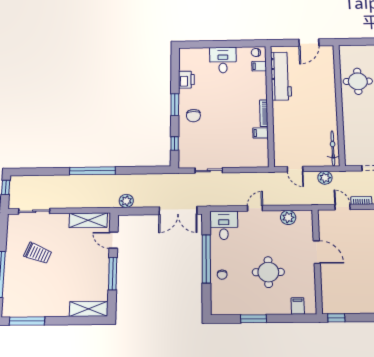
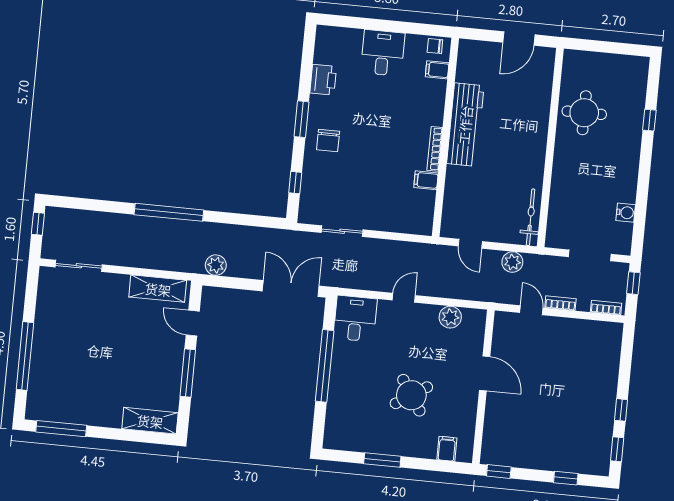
workbench: (281, 76) -> (465, 125), moved
double door: (178, 211) -> (291, 288), swing flipped
trolley: (38, 253) -> (81, 331), removed
round table: (268, 272) -> (411, 395), turned -33
chair: (222, 275) -> (345, 392), removed

